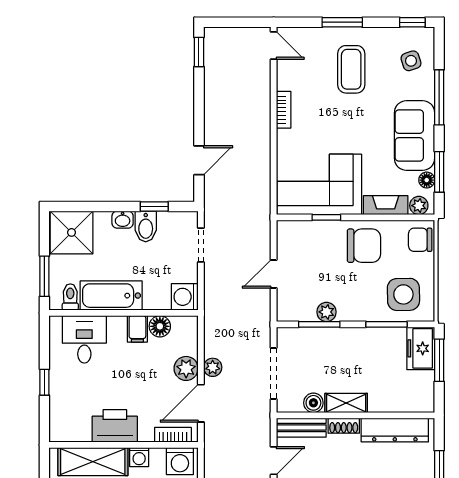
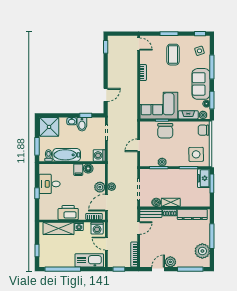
chair: (364, 246) -> (165, 131), moved, turned 90
desk: (84, 339) -> (50, 184), moved, turned -90

